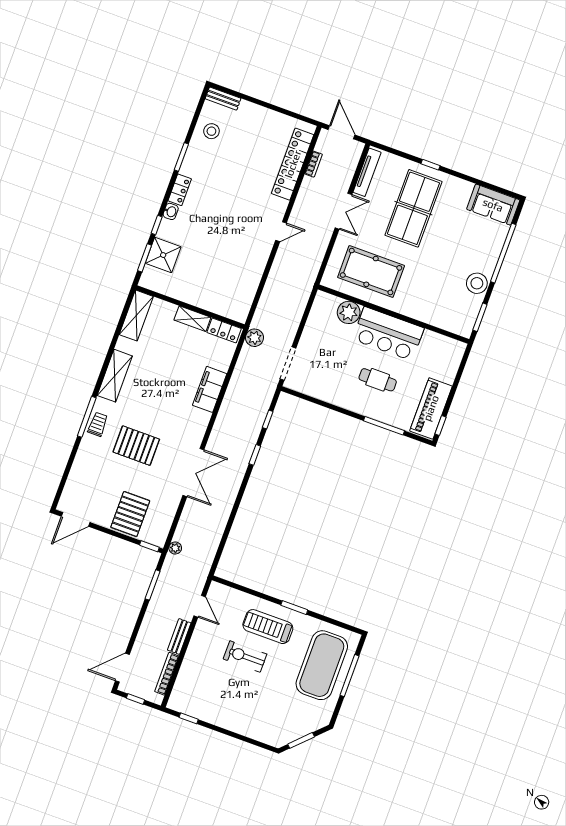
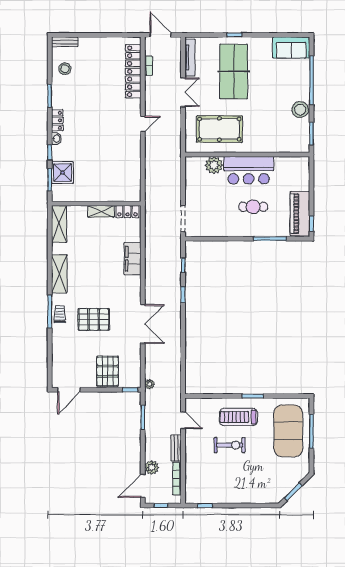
plant: (255, 338) -> (152, 467), moved
exercise bike: (245, 656) -> (230, 445), turned 180

